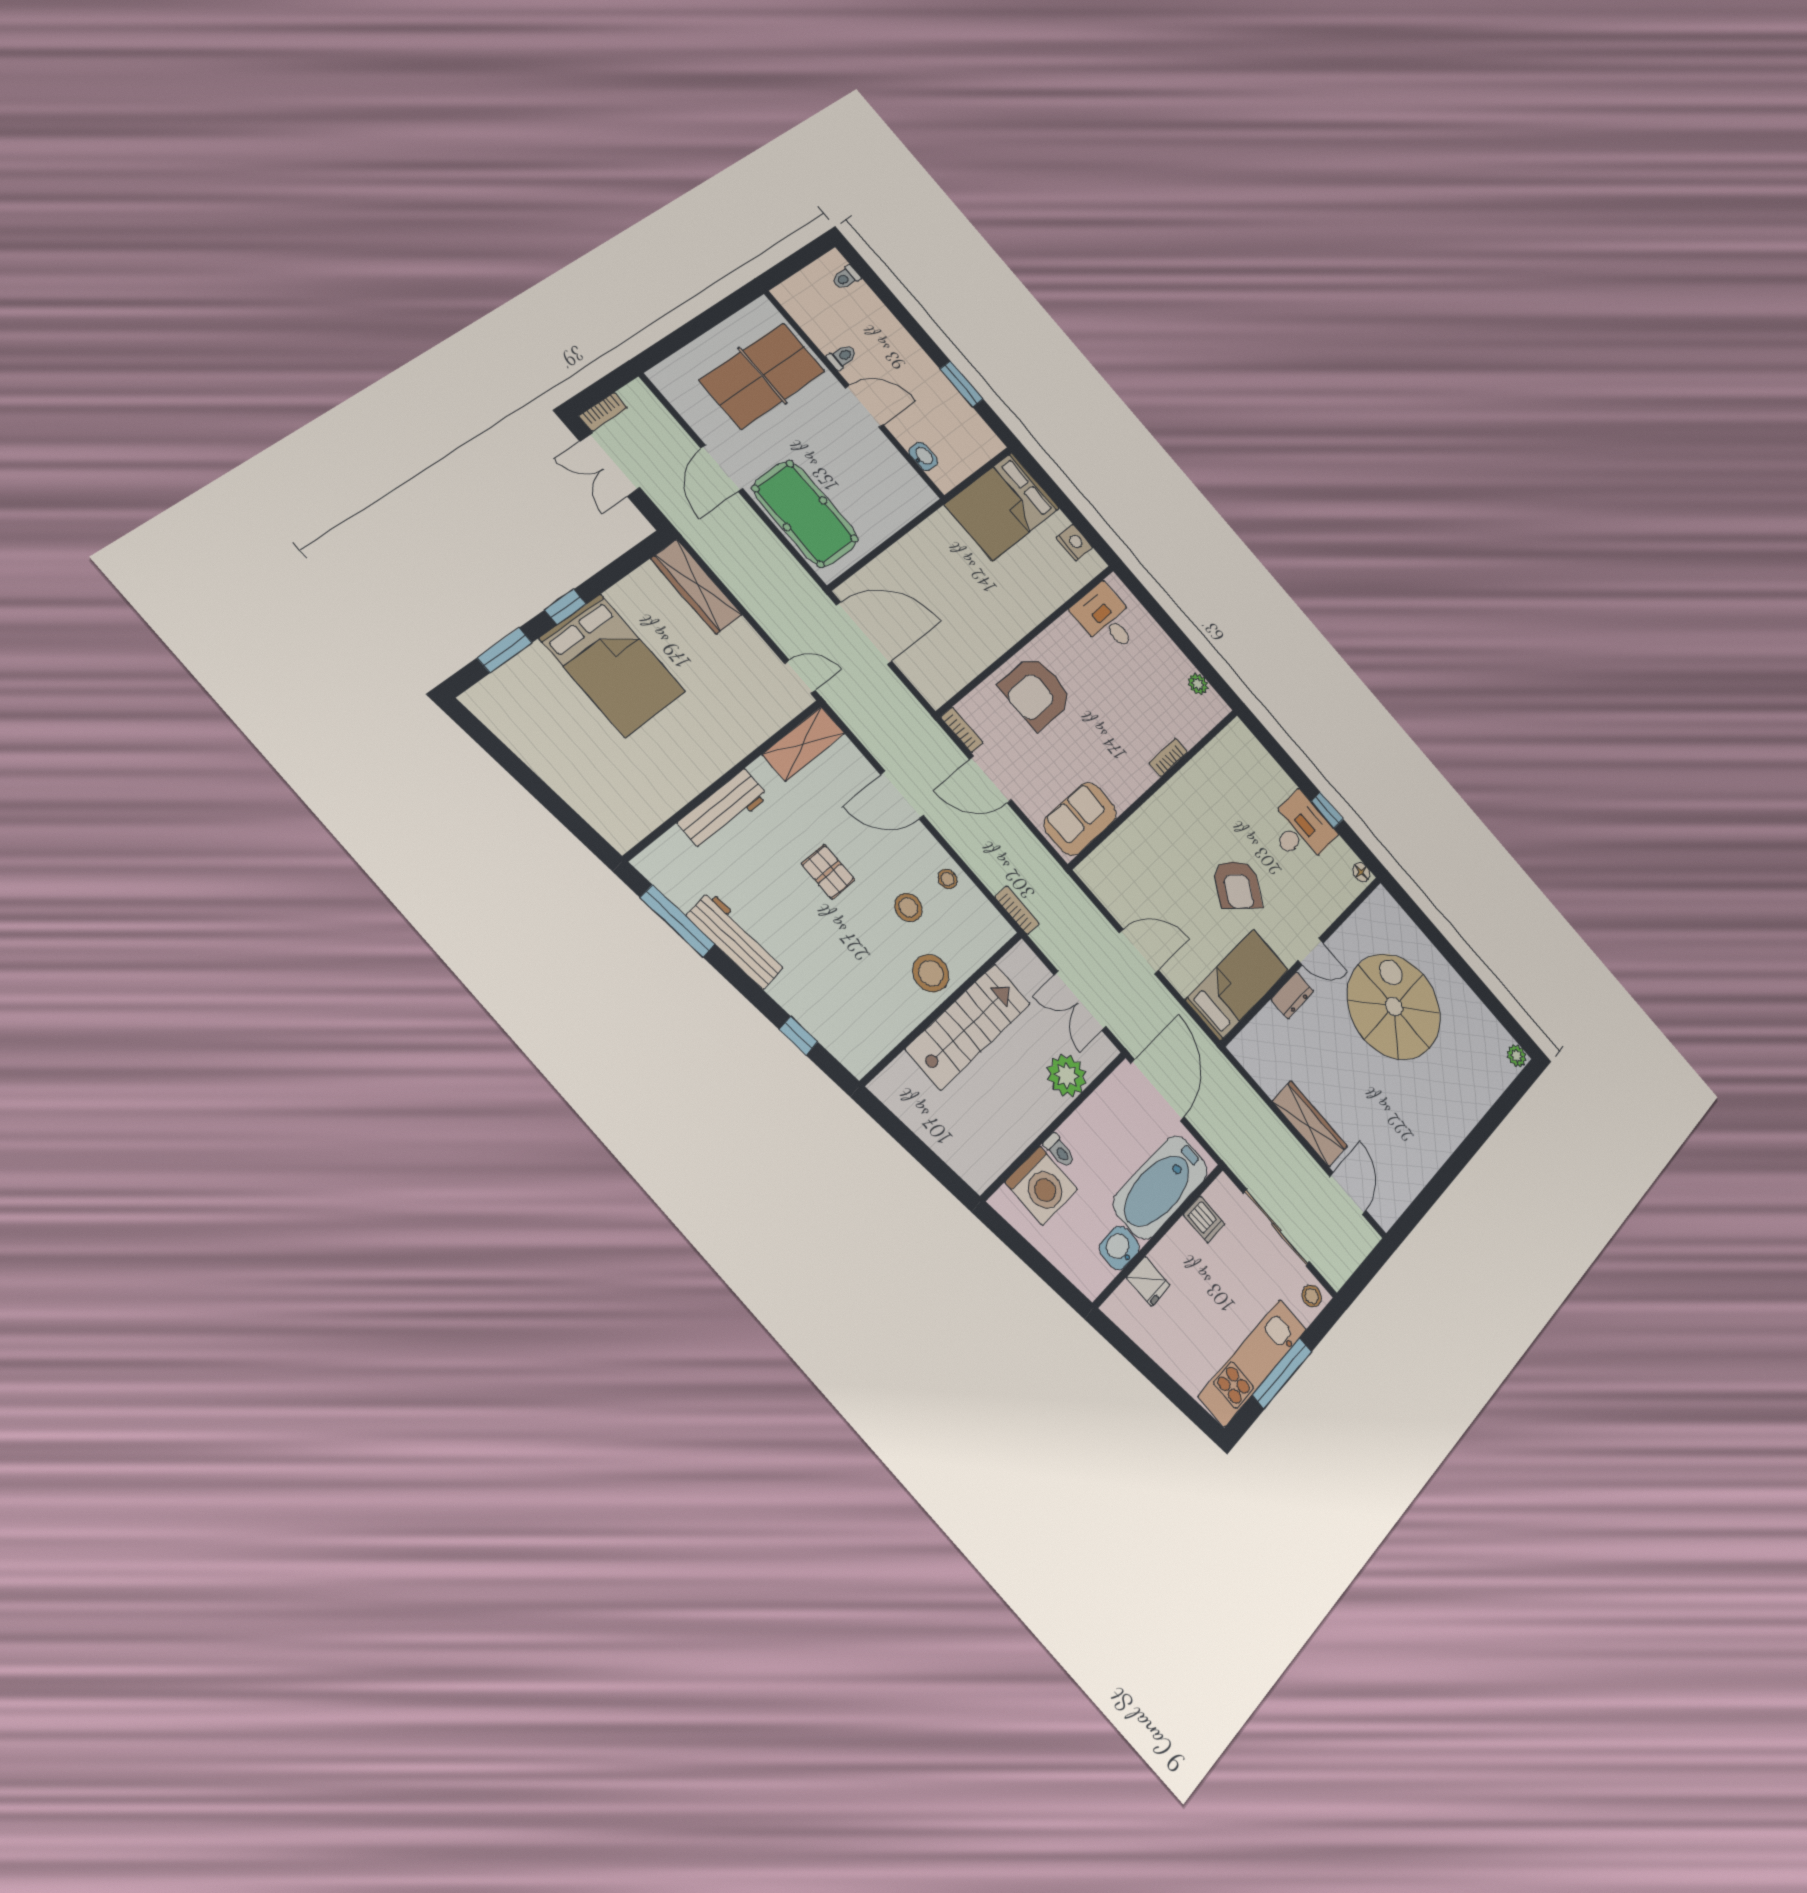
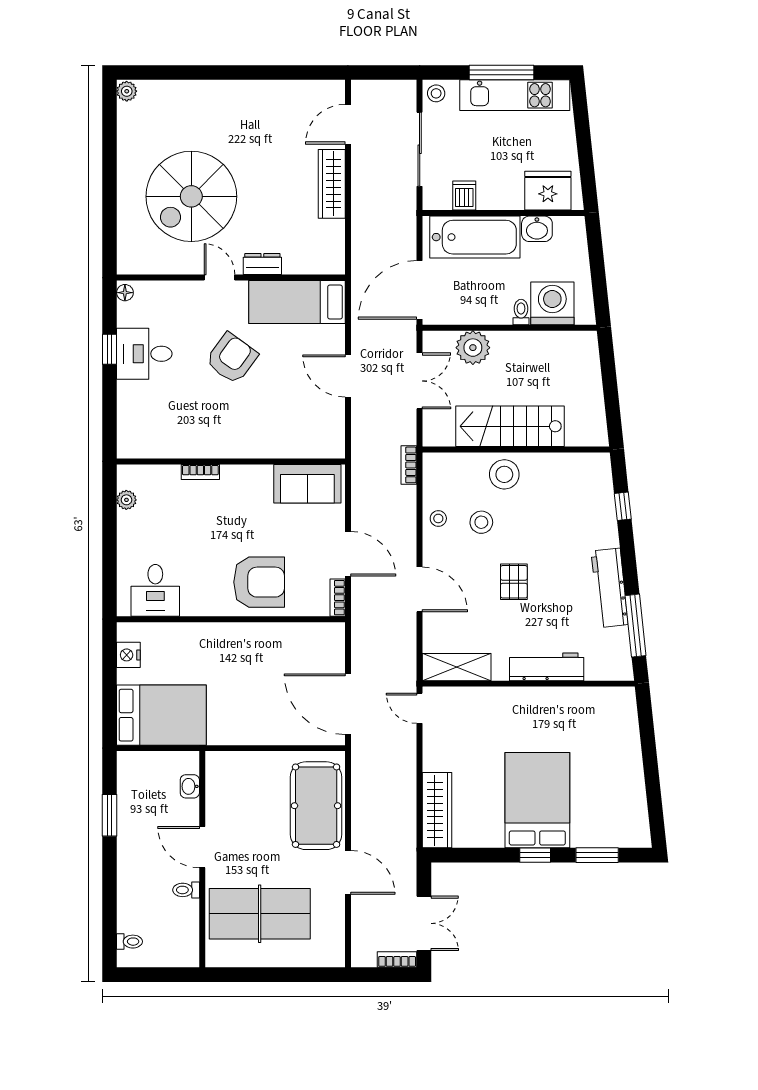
door: (722, 468) -> (348, 872), hinge flipped
fridge: (1148, 1281) -> (548, 191), width x1.88, depth x1.34

